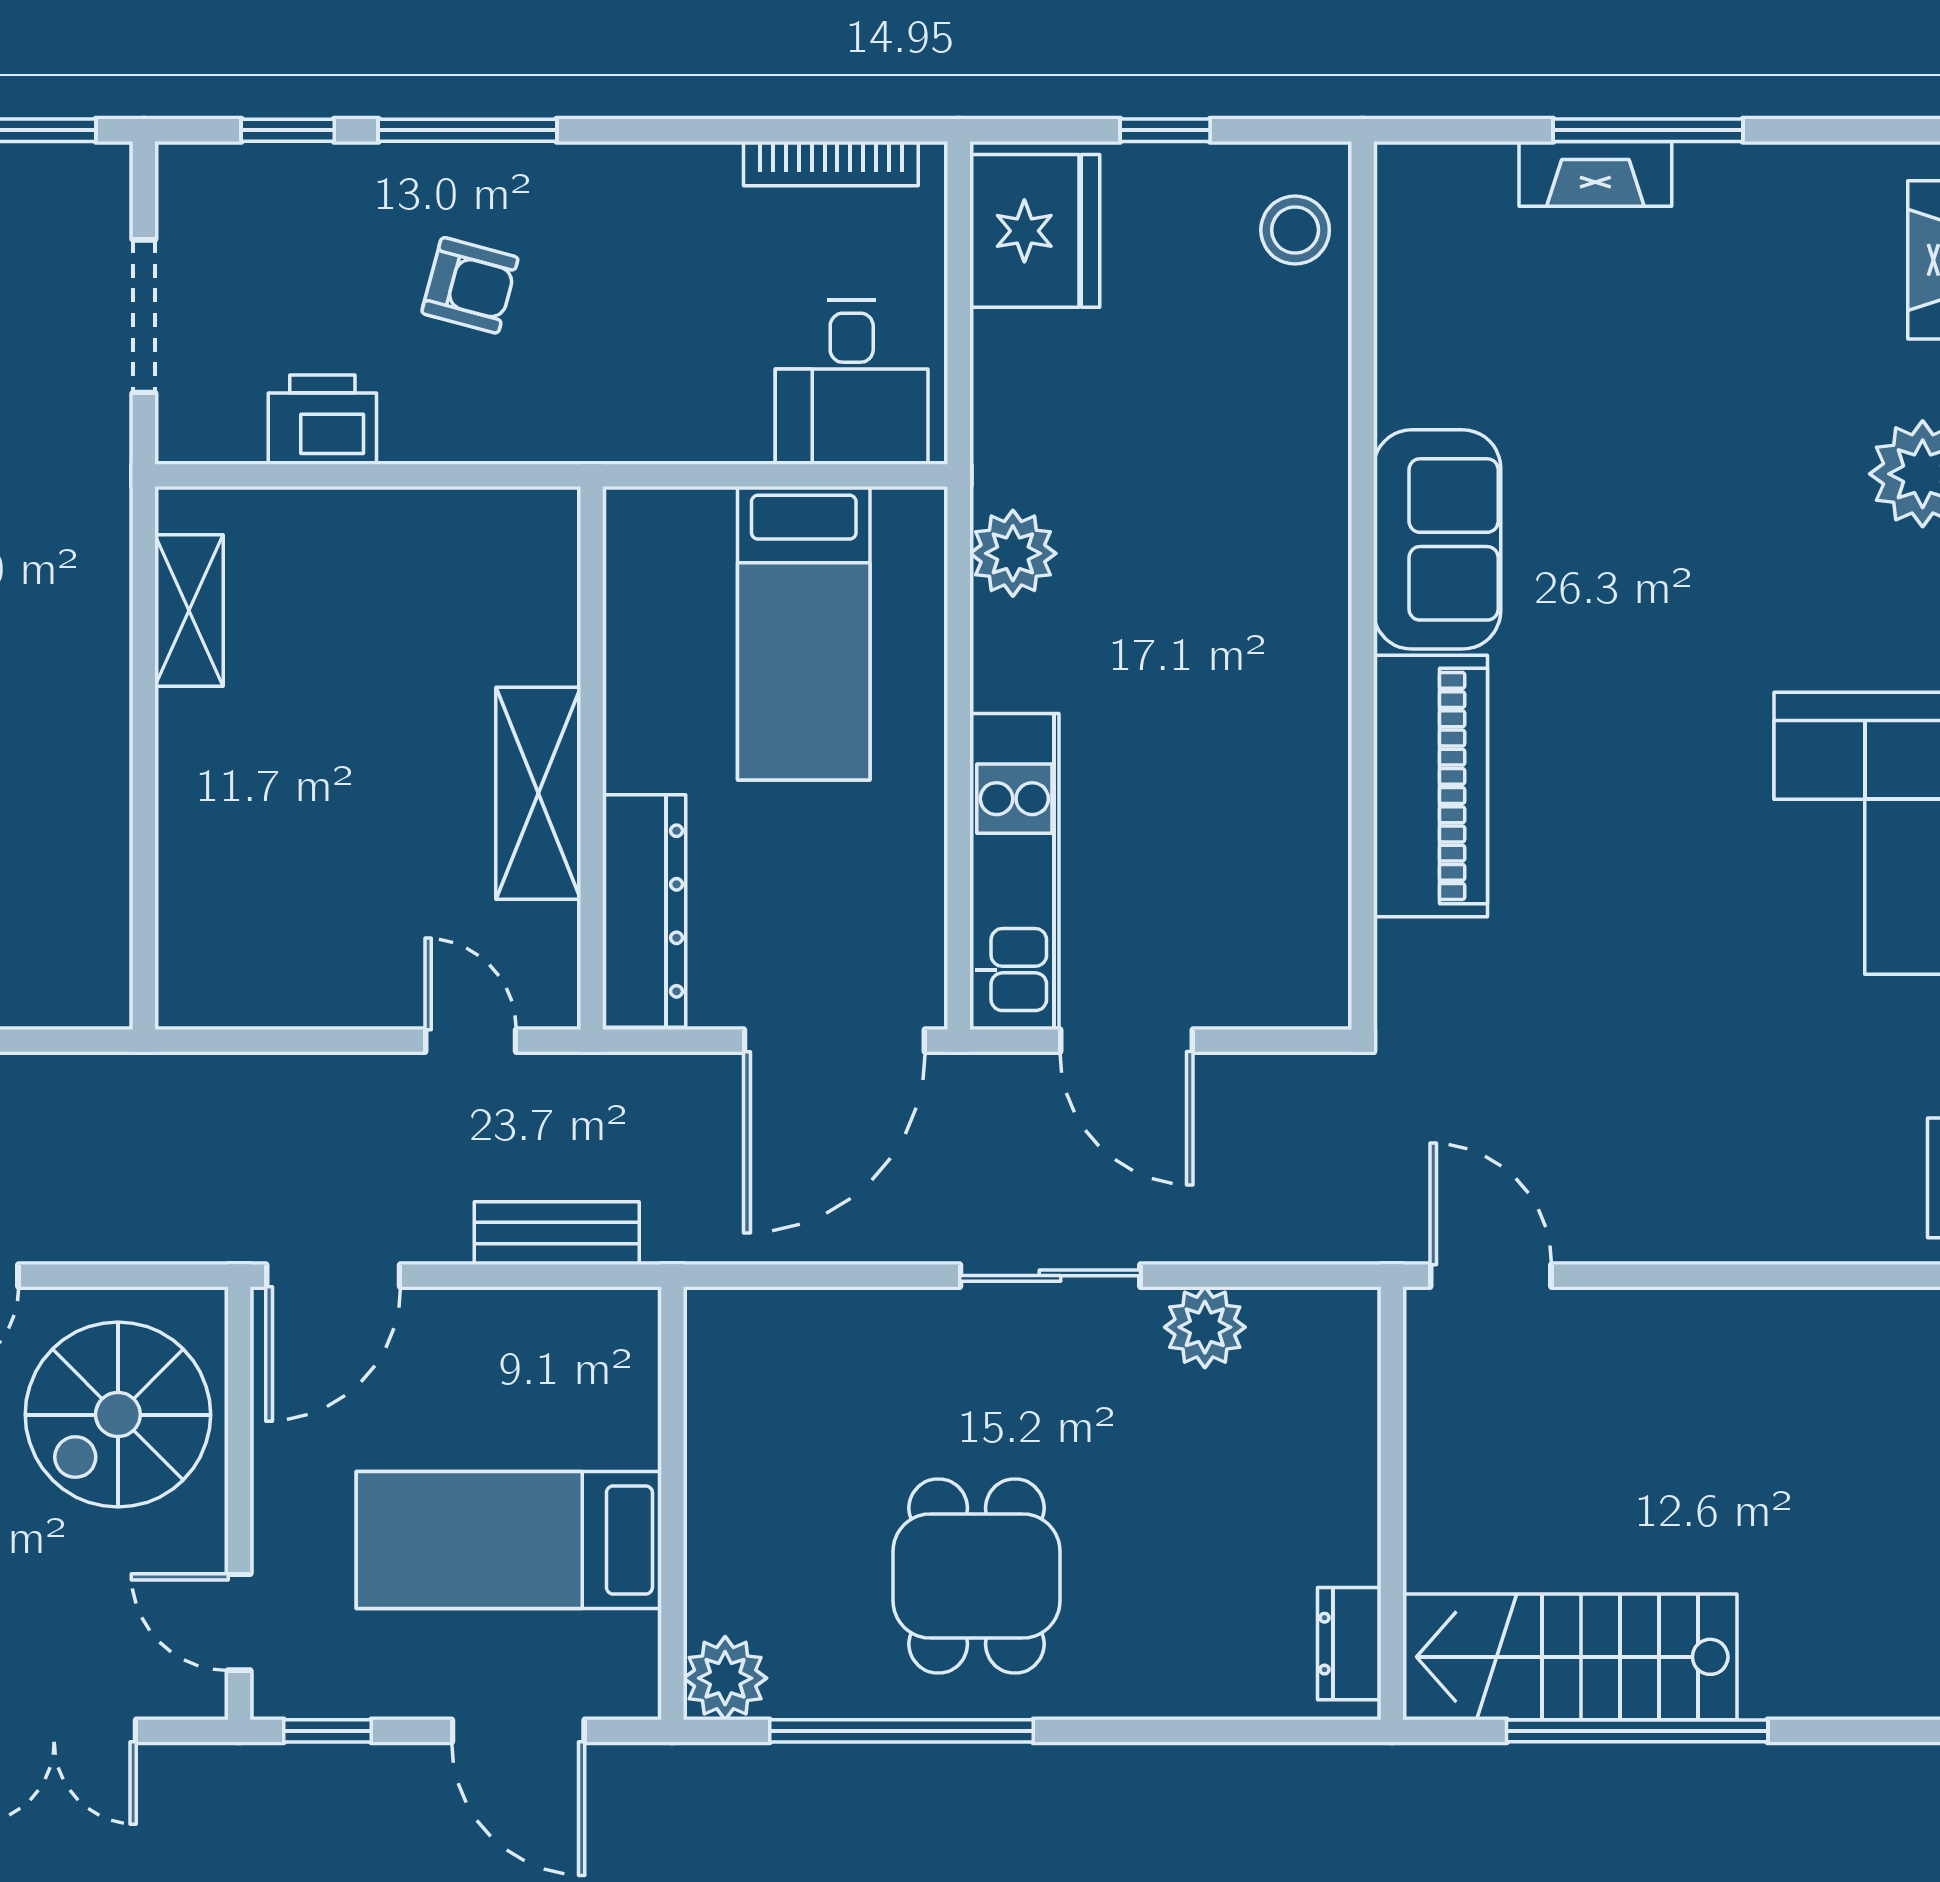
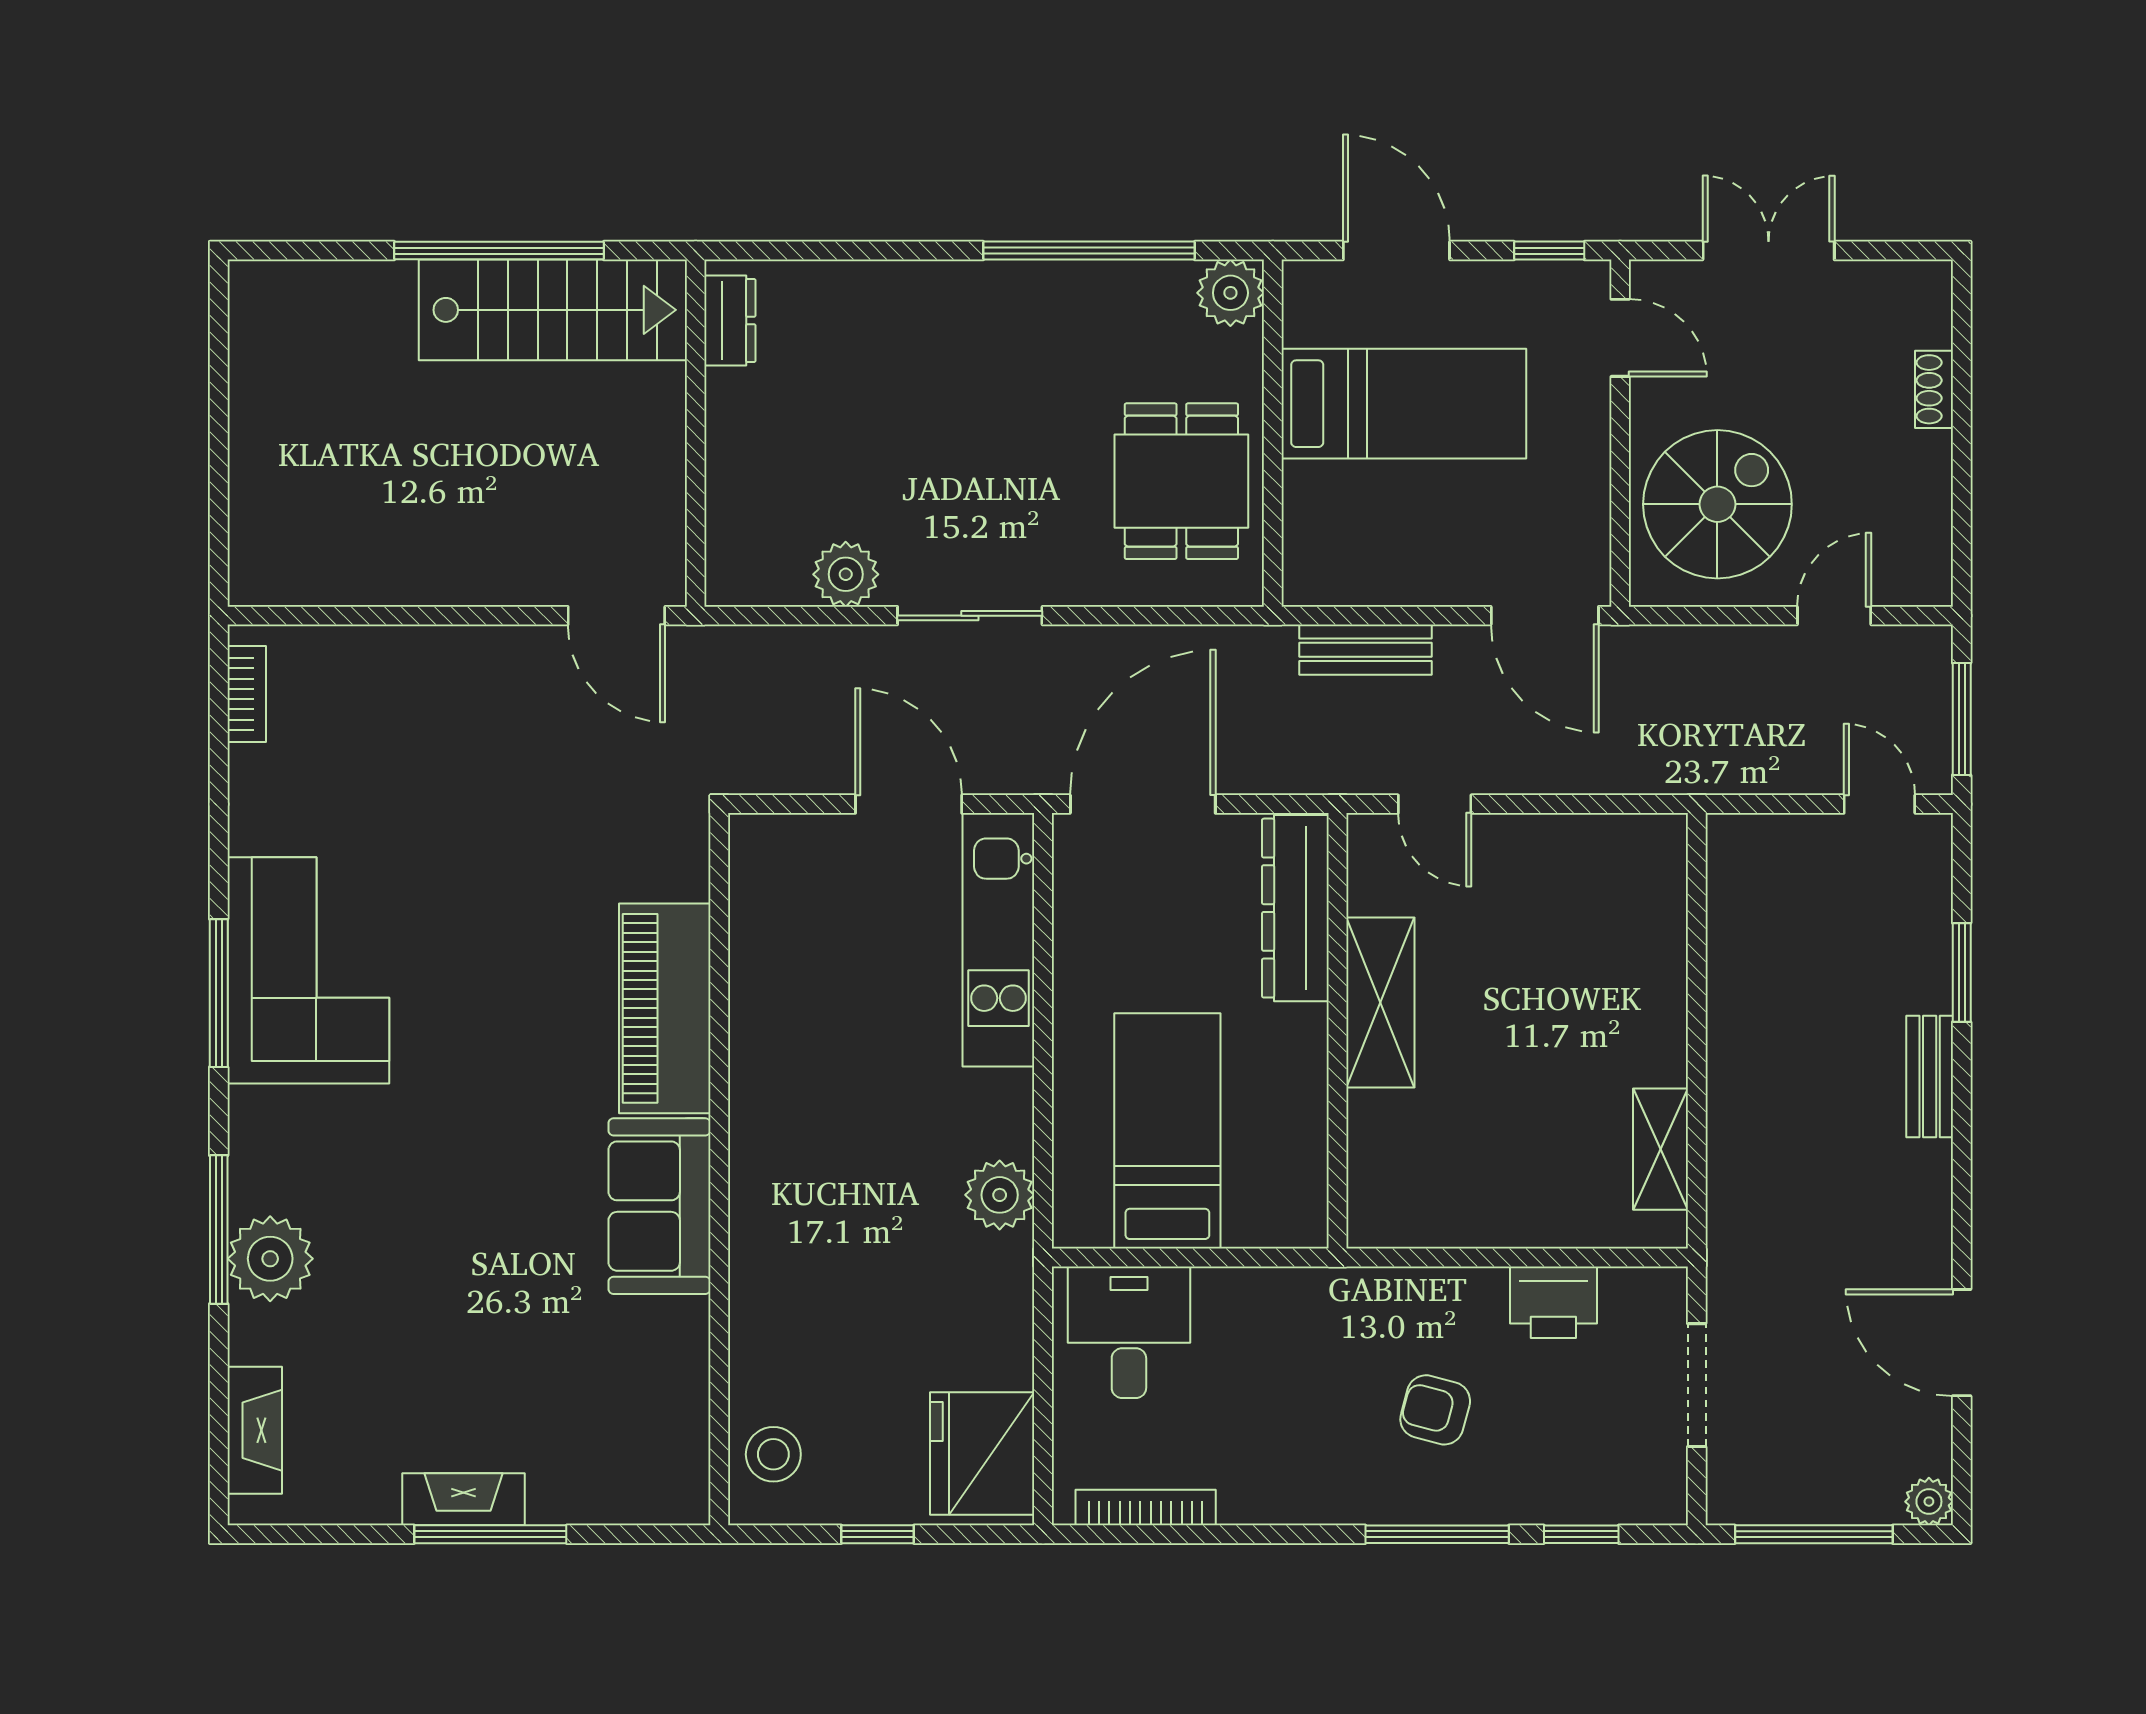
fireplace: (1595, 174) -> (463, 1499), moved
door: (333, 1276) -> (1545, 616), swing flipped
dining table: (977, 1576) -> (1181, 481), moved

